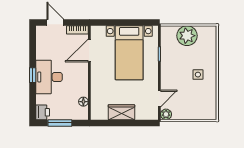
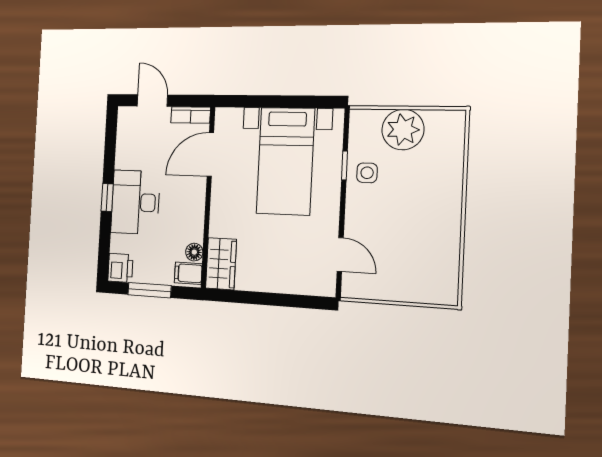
side table: (198, 75) -> (367, 173), moved
door: (159, 98) -> (340, 255), hinge flipped
wardrobe: (121, 112) -> (221, 264), moved, turned 90
filing cabinet: (81, 113) -> (188, 273), added
plant: (166, 114) -> (352, 288), removed

